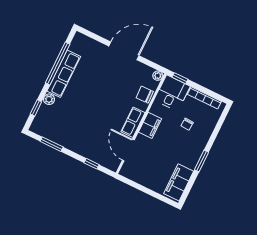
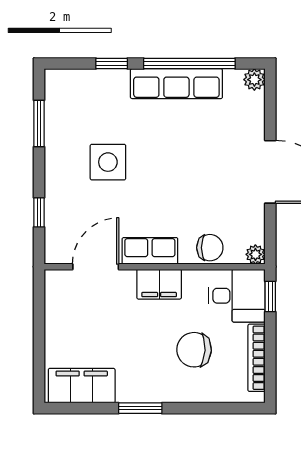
chair: (145, 95) -> (210, 248), turned 92
plant: (49, 99) -> (254, 80), moved
window: (36, 108) -> (112, 64), moved
side table: (84, 122) -> (108, 162), added
chair: (187, 124) -> (194, 350), width x1.87, depth x1.87

